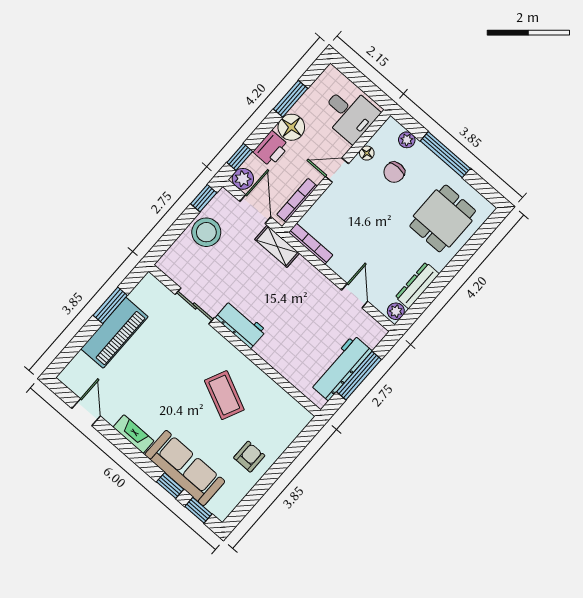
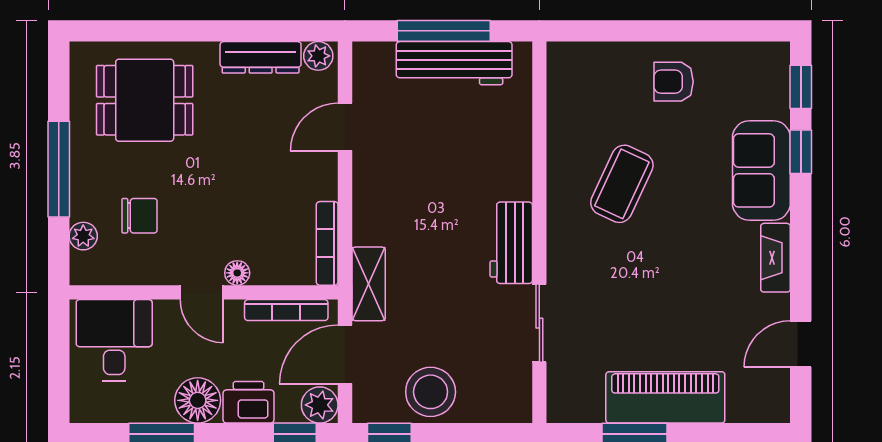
floor lamp: (367, 153) -> (237, 273), moved
sofa: (185, 468) -> (761, 170), width x0.73

